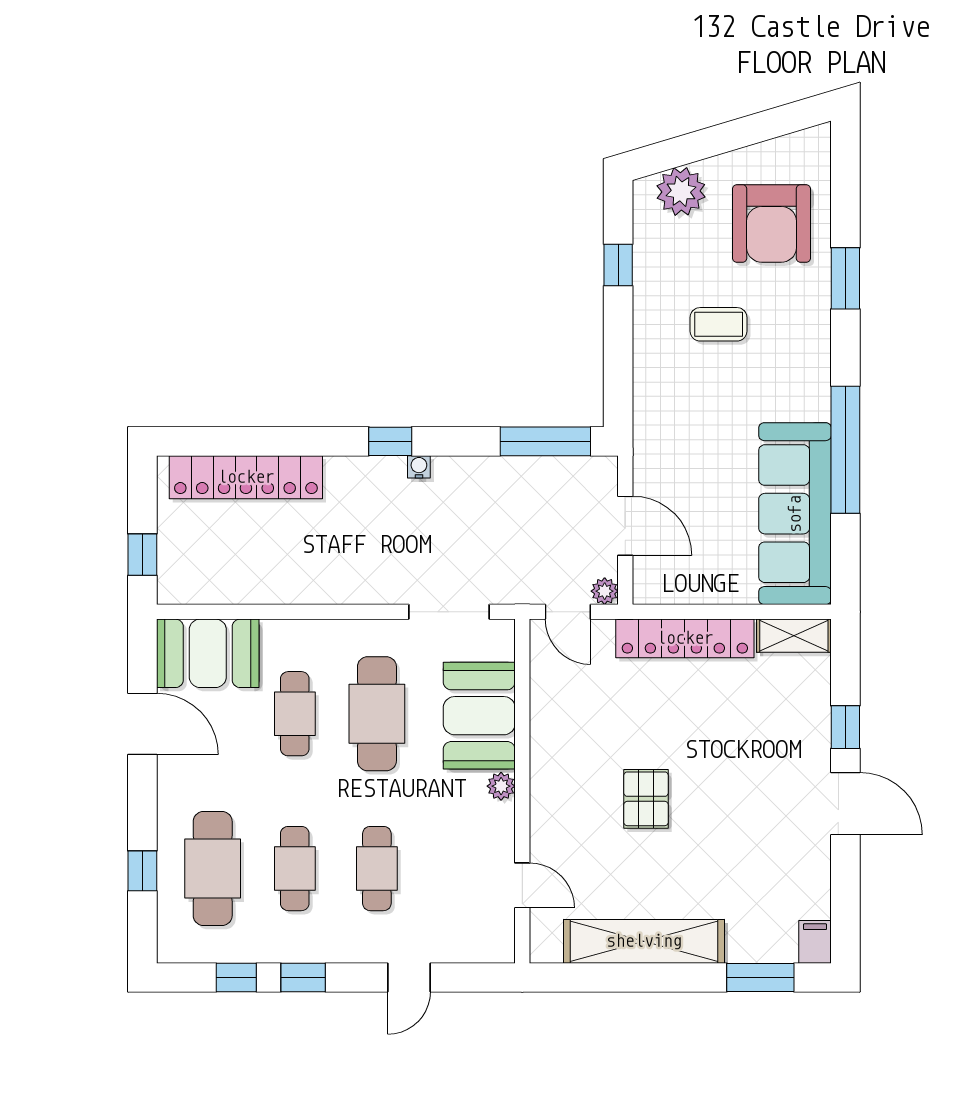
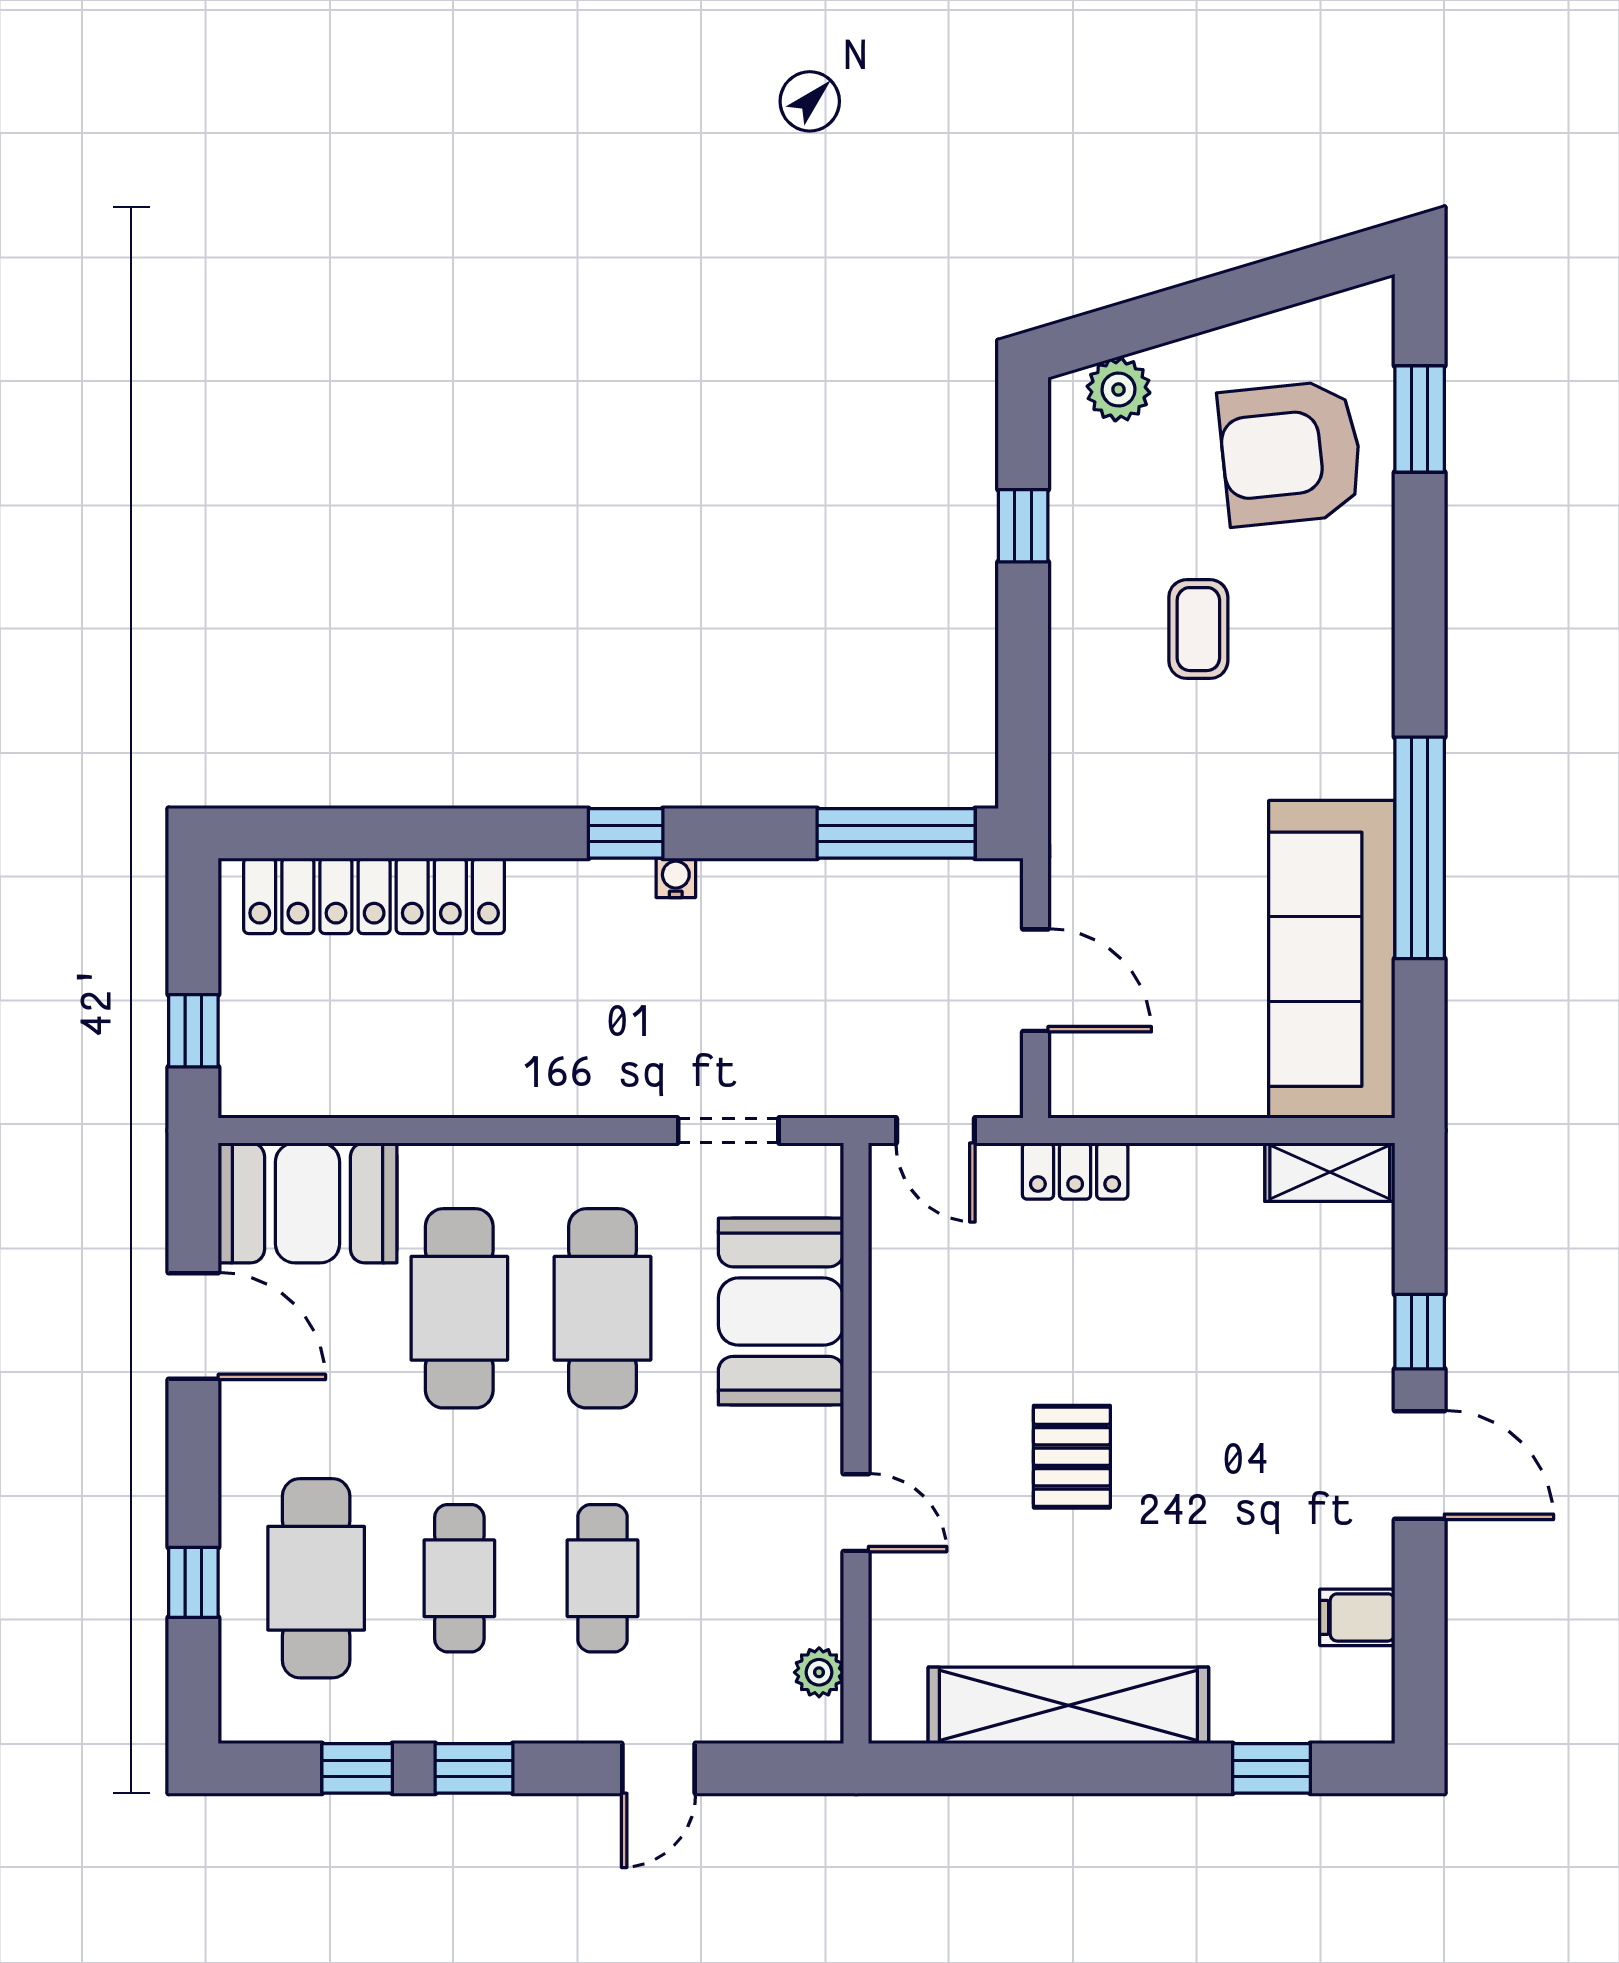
plant: (681, 191) -> (1118, 390), width x0.73, depth x0.73
armchair: (772, 223) -> (1291, 453), turned 84
window: (845, 278) -> (1420, 419), moved
coffee table: (719, 324) -> (1198, 629), turned 90
plant: (605, 591) -> (1000, 1094), removed
doorway: (449, 612) -> (728, 1131), width x0.73
locker: (685, 638) -> (1075, 1171), width x0.46, depth x0.83
cafe table: (295, 714) -> (459, 1308), width x1.37, depth x1.35
plant: (501, 786) -> (819, 1672), moved
door: (522, 885) -> (856, 1513), moved
filing cabinet: (815, 942) -> (1357, 1617), moved, turned -90
window: (760, 978) -> (1271, 1768), width x0.67

